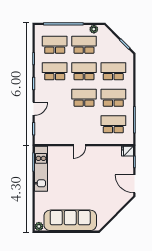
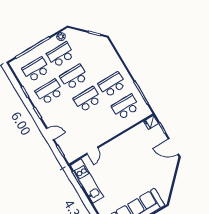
school desk: (113, 71) -> (99, 62), removed
door: (34, 109) -> (50, 134), hinge flipped
door: (79, 145) -> (92, 151), moved

